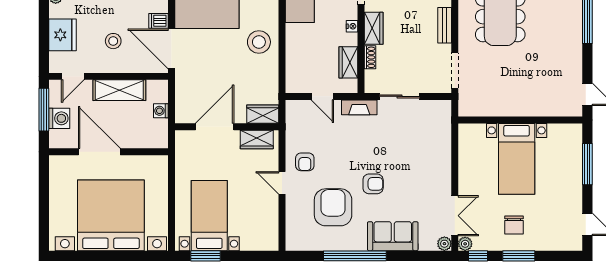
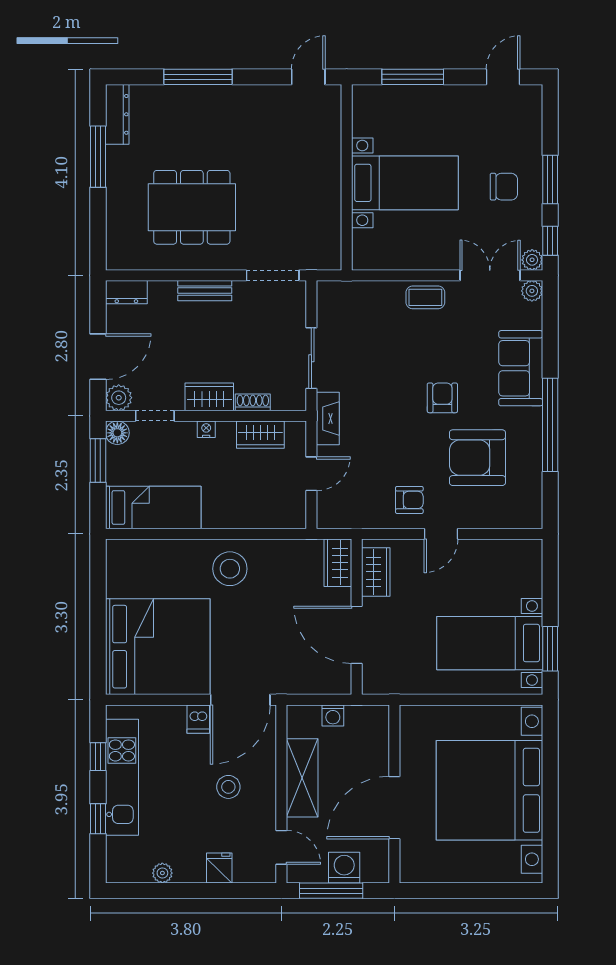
fridge: (62, 35) -> (219, 868), width x0.53, depth x0.75
coffee table: (440, 173) -> (425, 297), added

